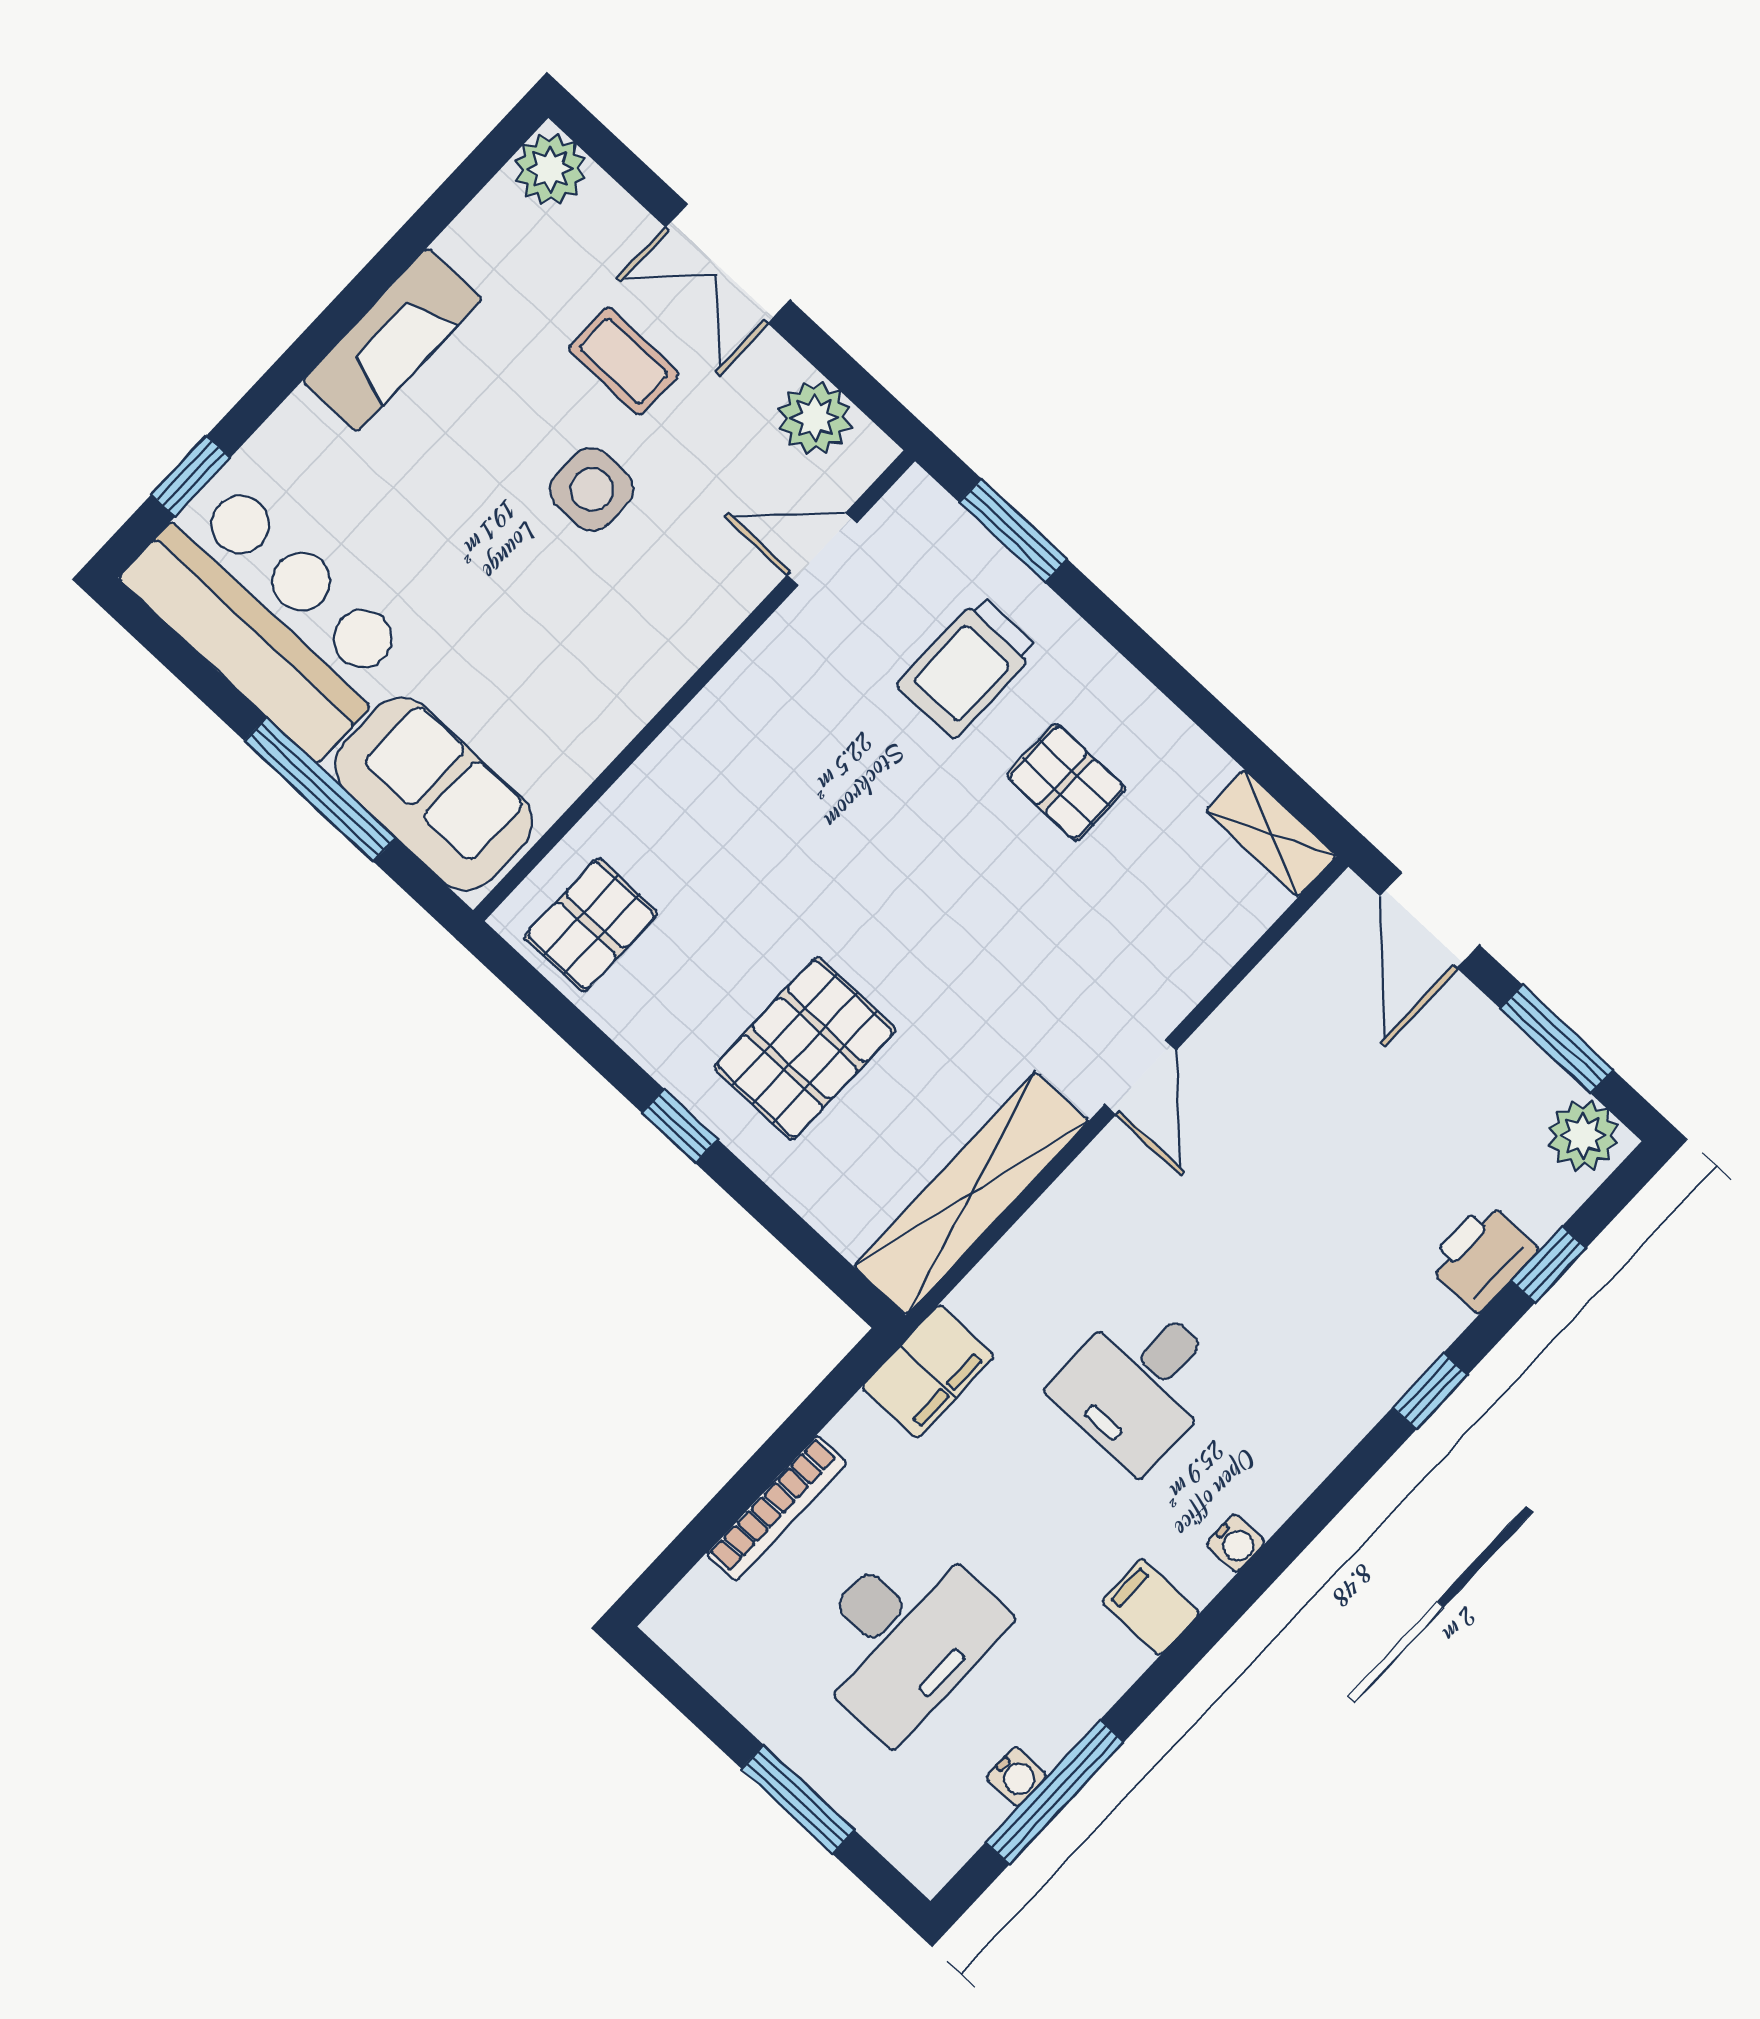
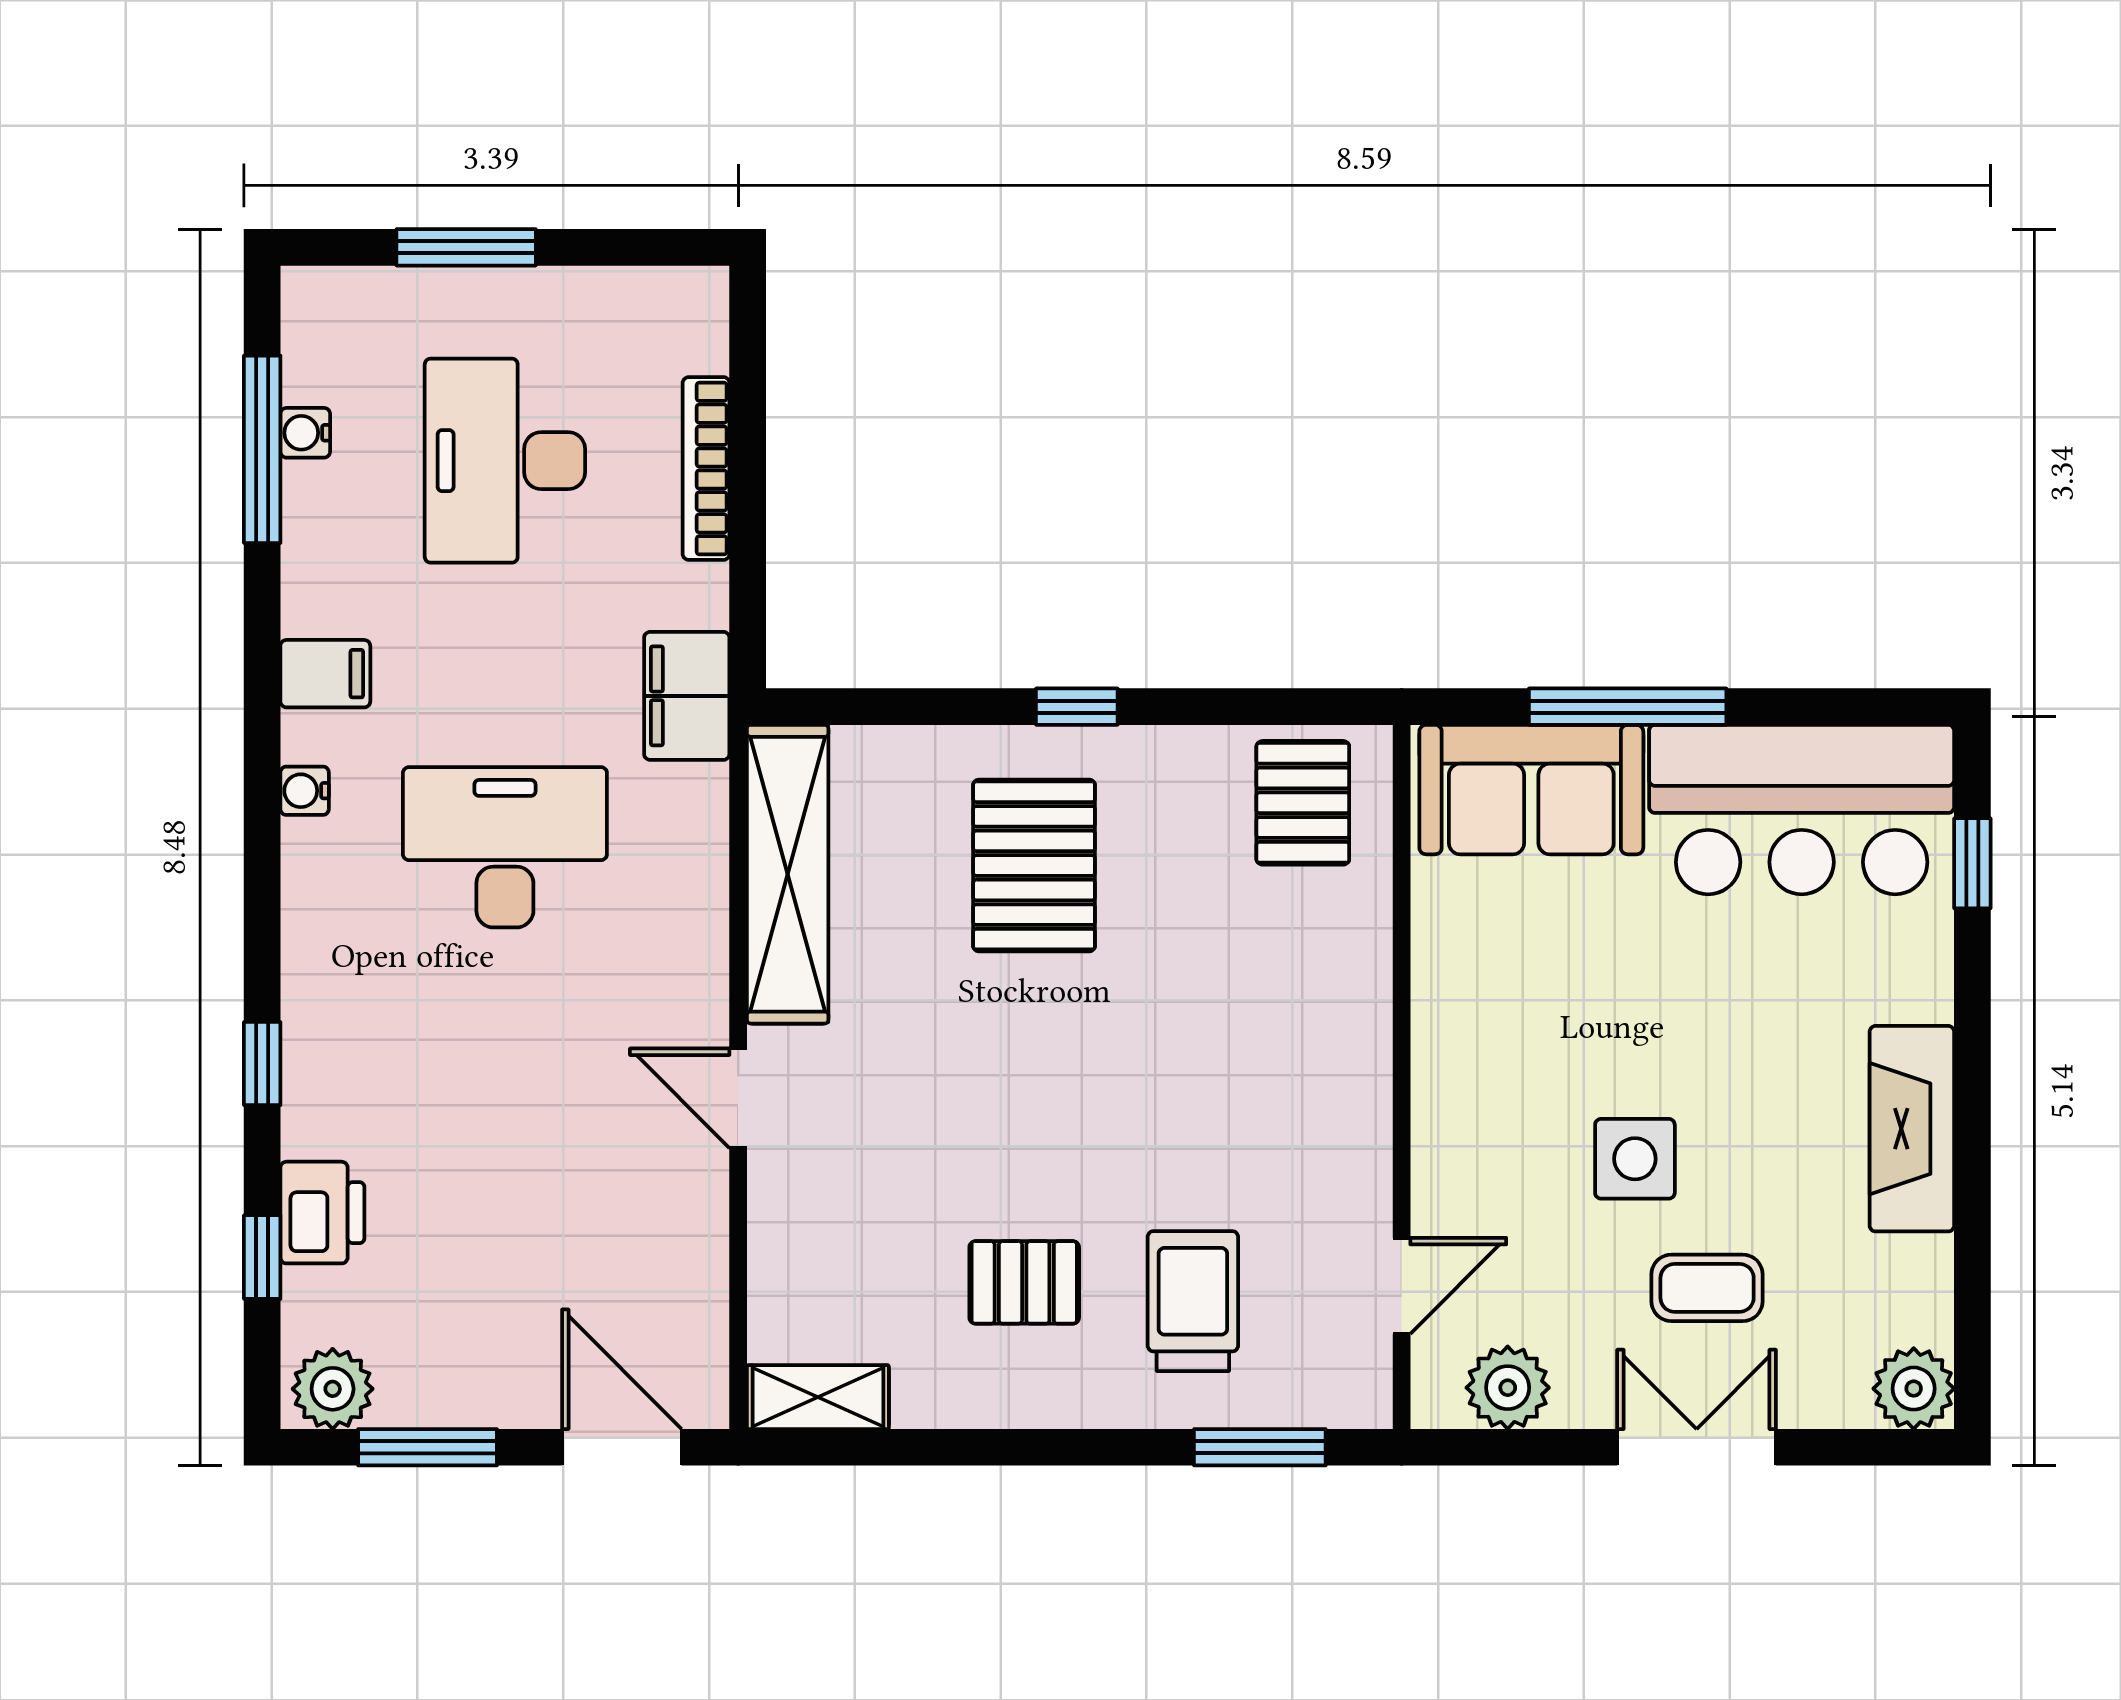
desk: (1139, 1384) -> (505, 847), width x1.37

